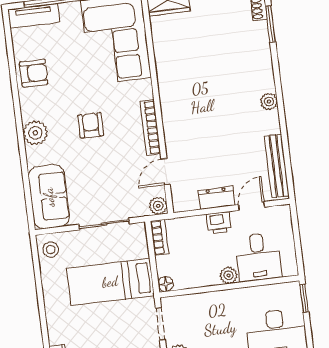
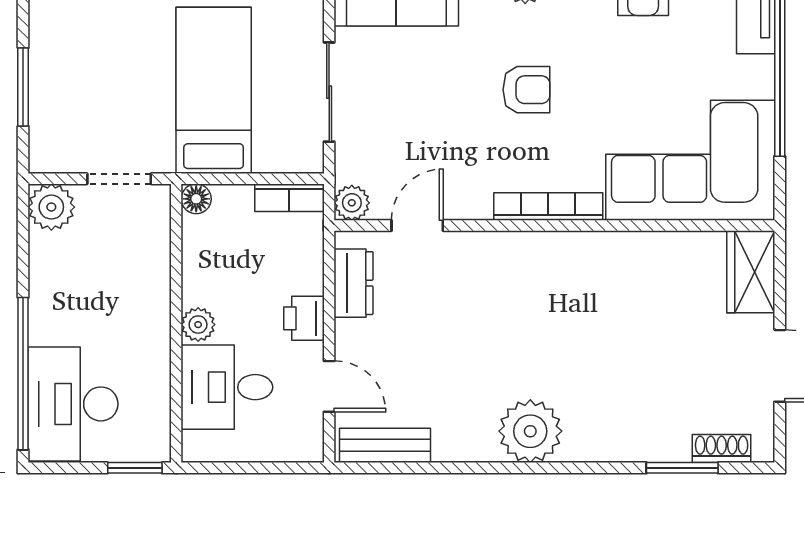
plant: (269, 102) -> (530, 431), width x1.88, depth x1.88
bookcase: (150, 128) -> (548, 207), moved
bench: (277, 166) -> (385, 445), width x0.73
door: (165, 172) -> (417, 226), hinge flipped
dresser: (217, 198) -> (354, 283), moved

